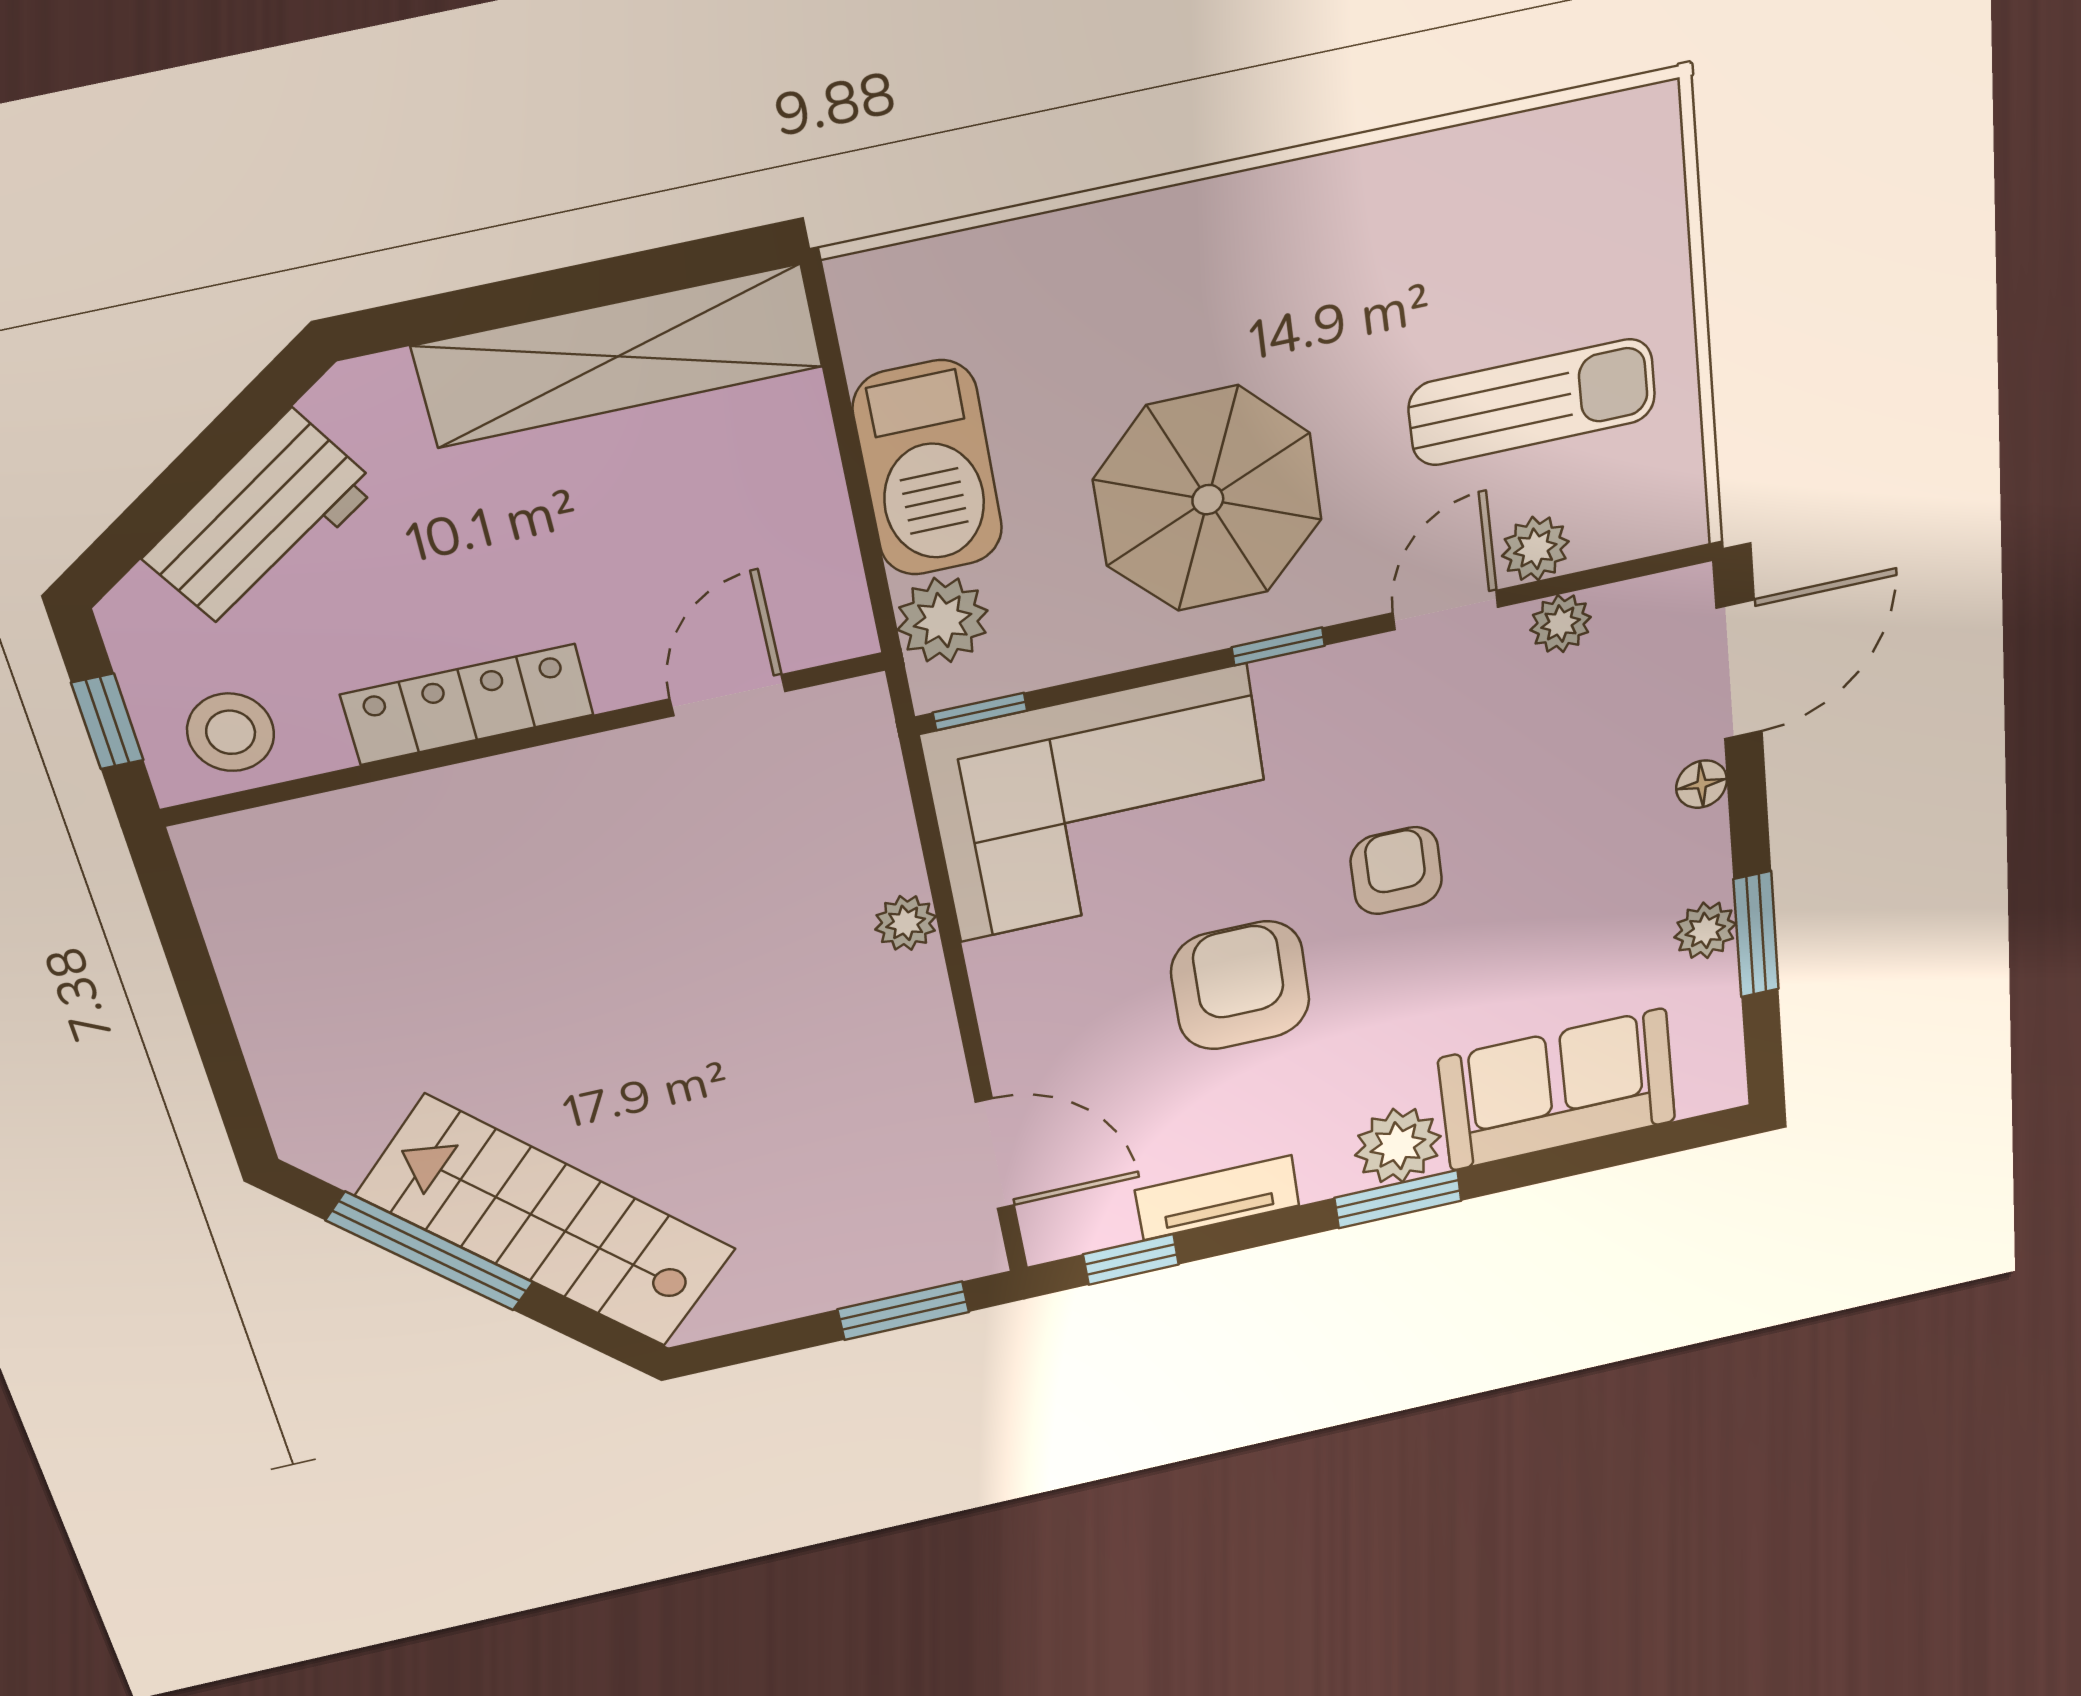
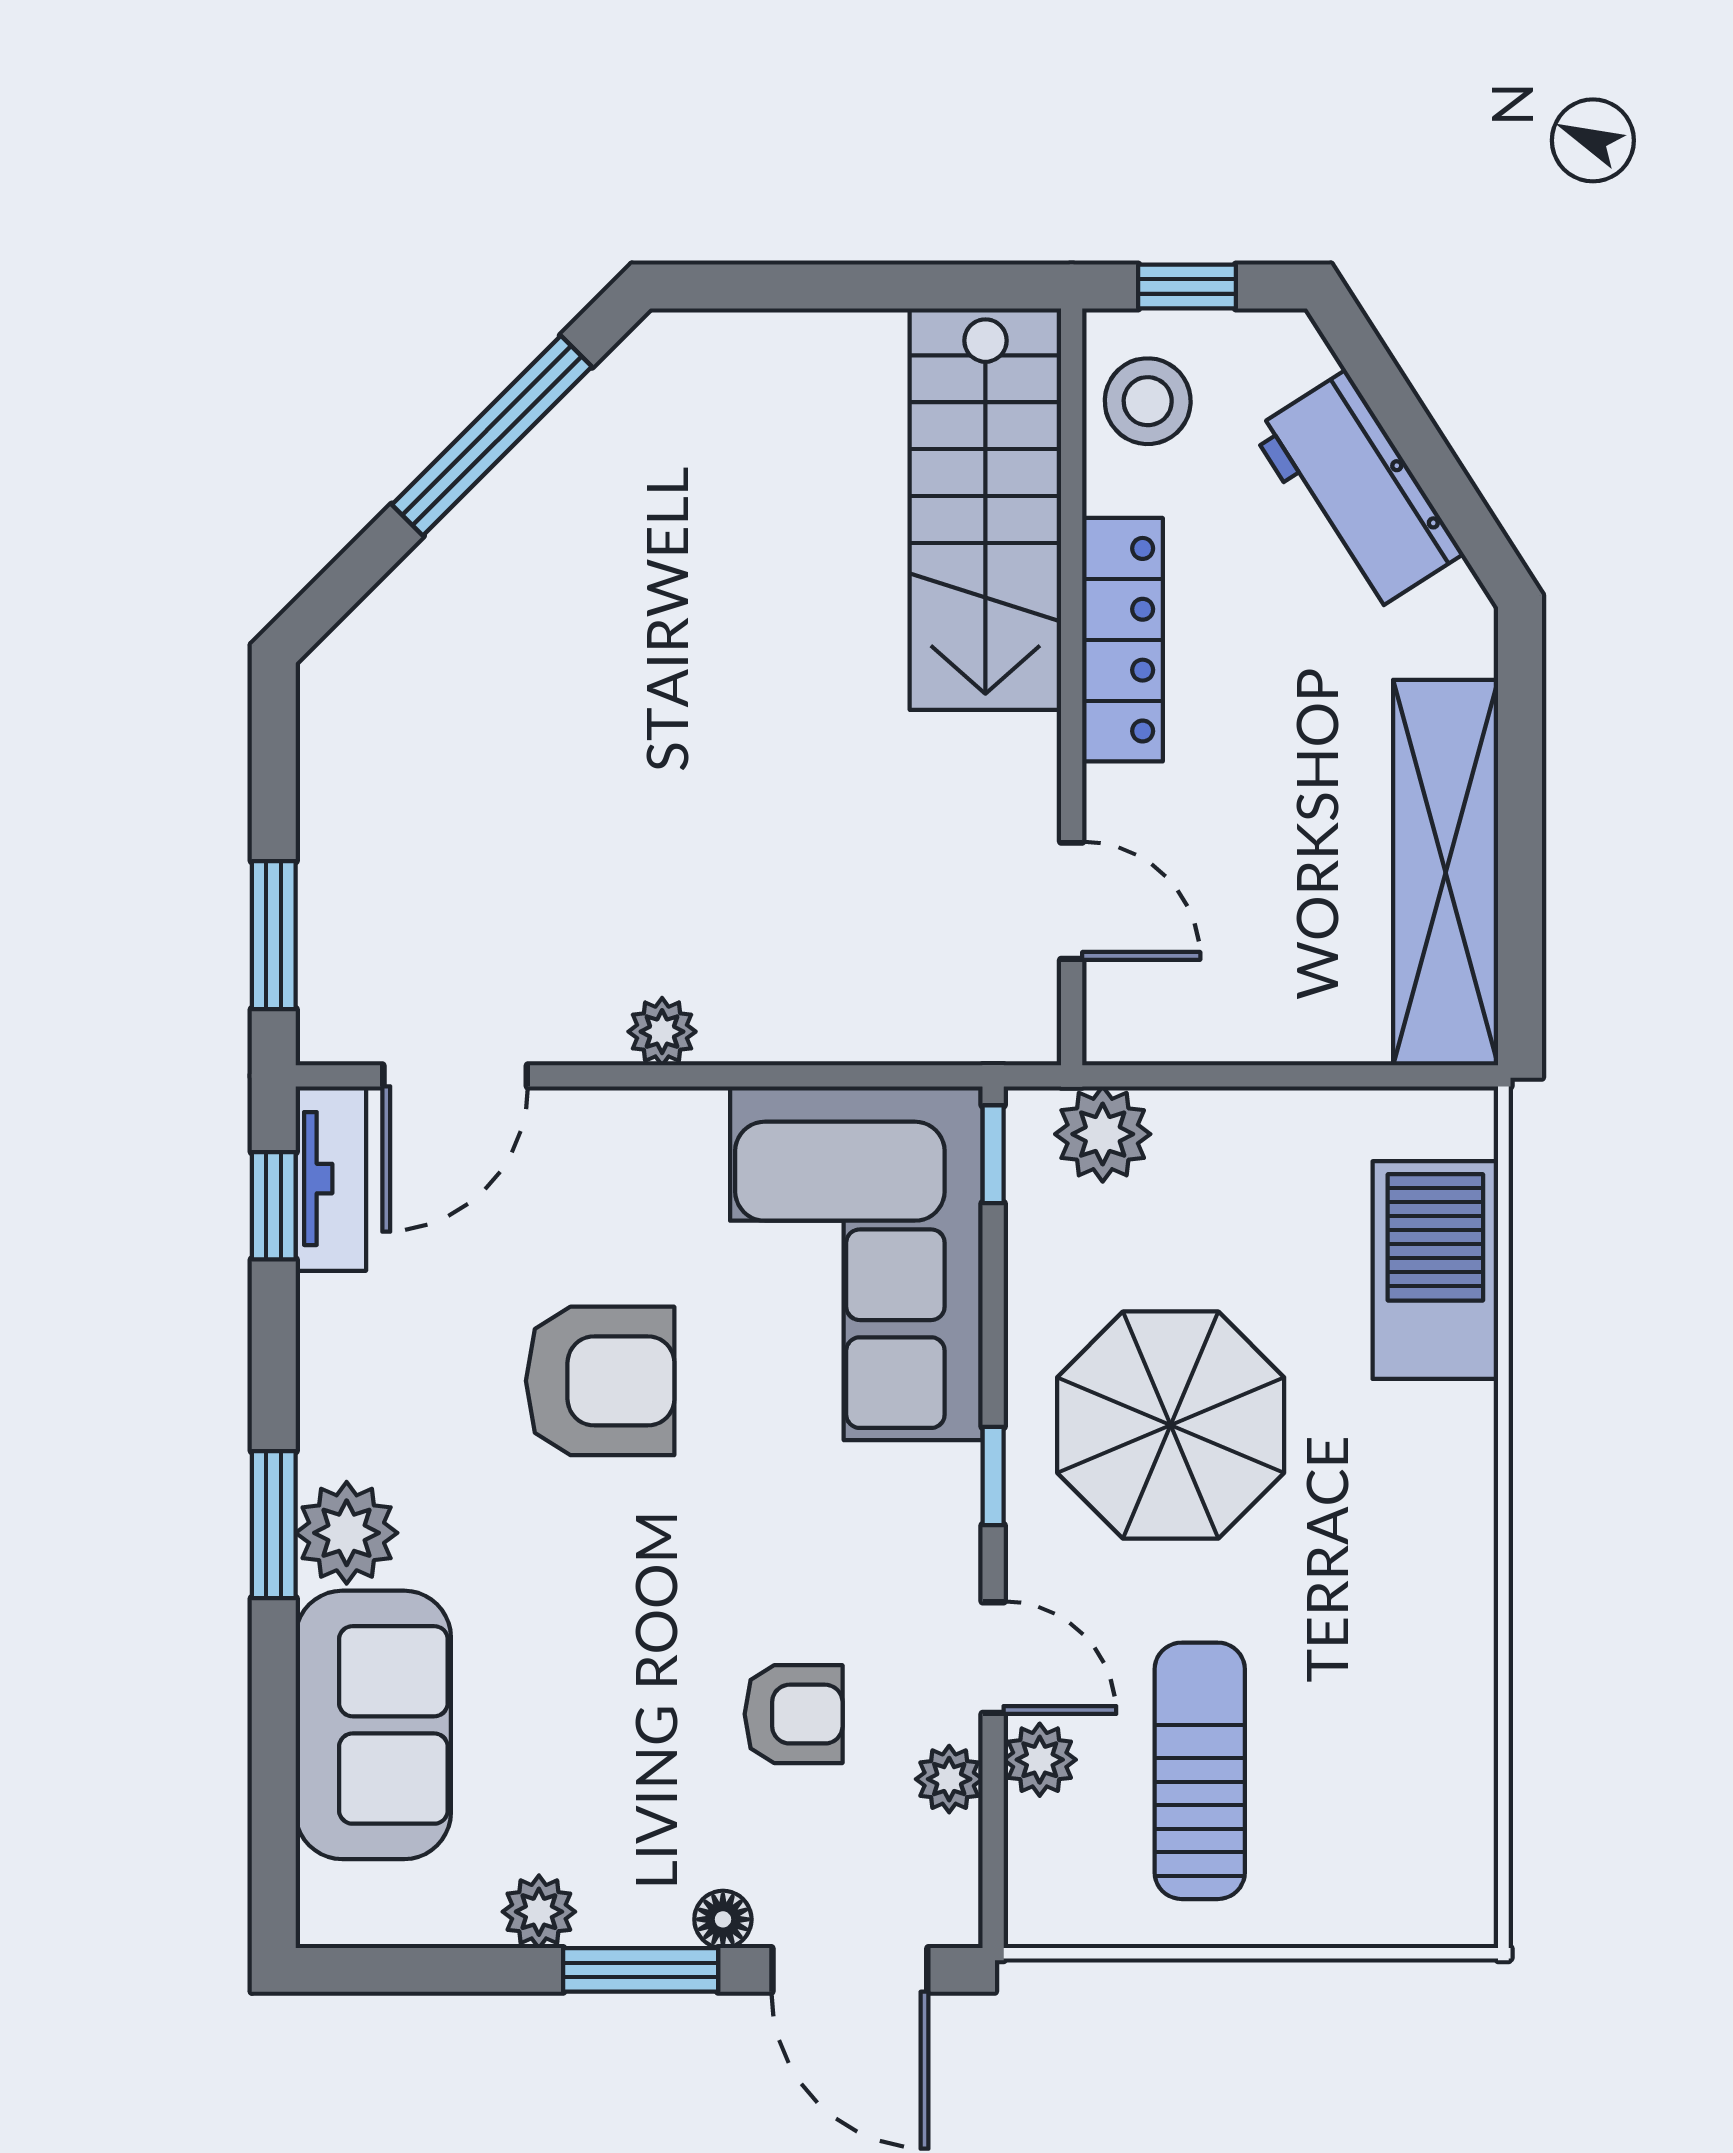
sun lounger: (1532, 402) -> (1200, 1771), turned 180
barbecue: (928, 469) -> (1435, 1270), moved, turned 90
armchair: (1396, 871) -> (794, 1714), moved
plant: (906, 923) -> (662, 1032), moved
window: (1756, 935) -> (641, 1970), moved
tv unit: (1217, 1198) -> (331, 1179), moved
stairs: (547, 1223) -> (985, 509), moved, turned 135

